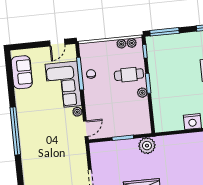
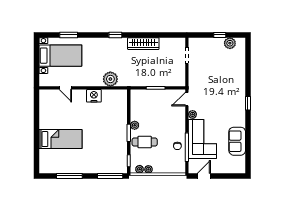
sofa: (22, 72) -> (237, 141), moved
window: (15, 131) -> (248, 103), width x0.32
plant: (147, 146) -> (110, 79), moved

